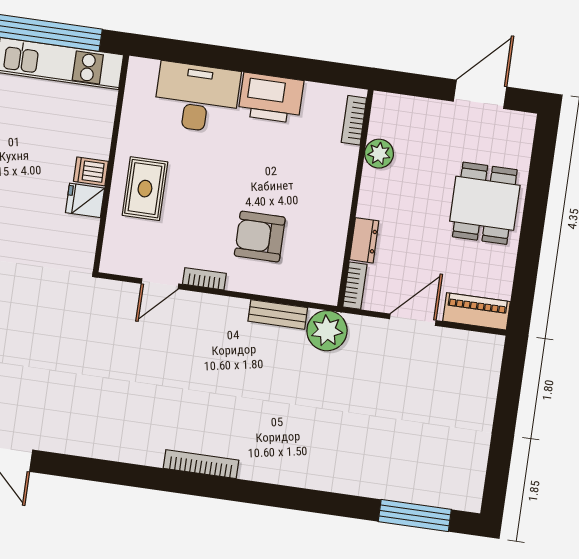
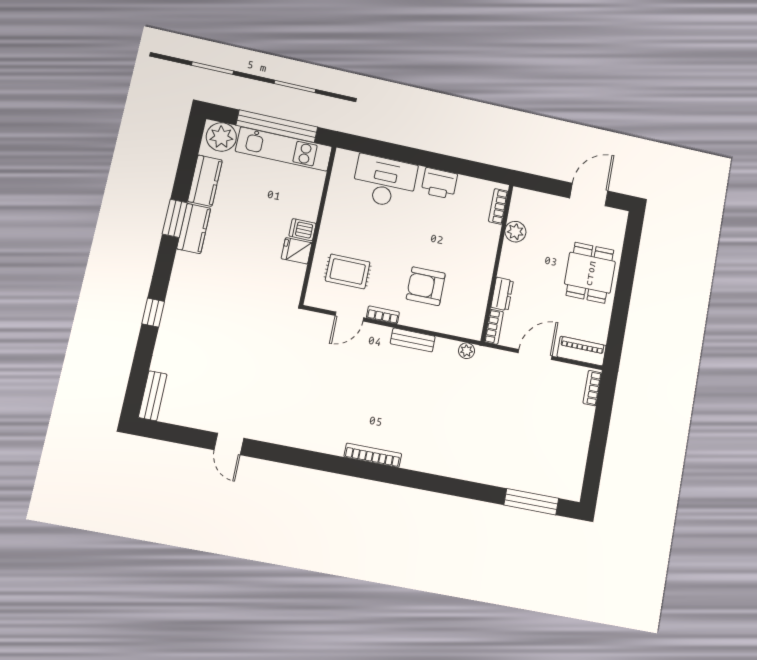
printer: (271, 98) -> (439, 183), width x0.73, depth x0.84
rug: (145, 189) -> (348, 271), moved, turned 90
bench: (278, 314) -> (413, 340), moved
plant: (327, 331) -> (467, 351), width x0.53, depth x0.53
bookcase: (493, 361) -> (592, 388), added

